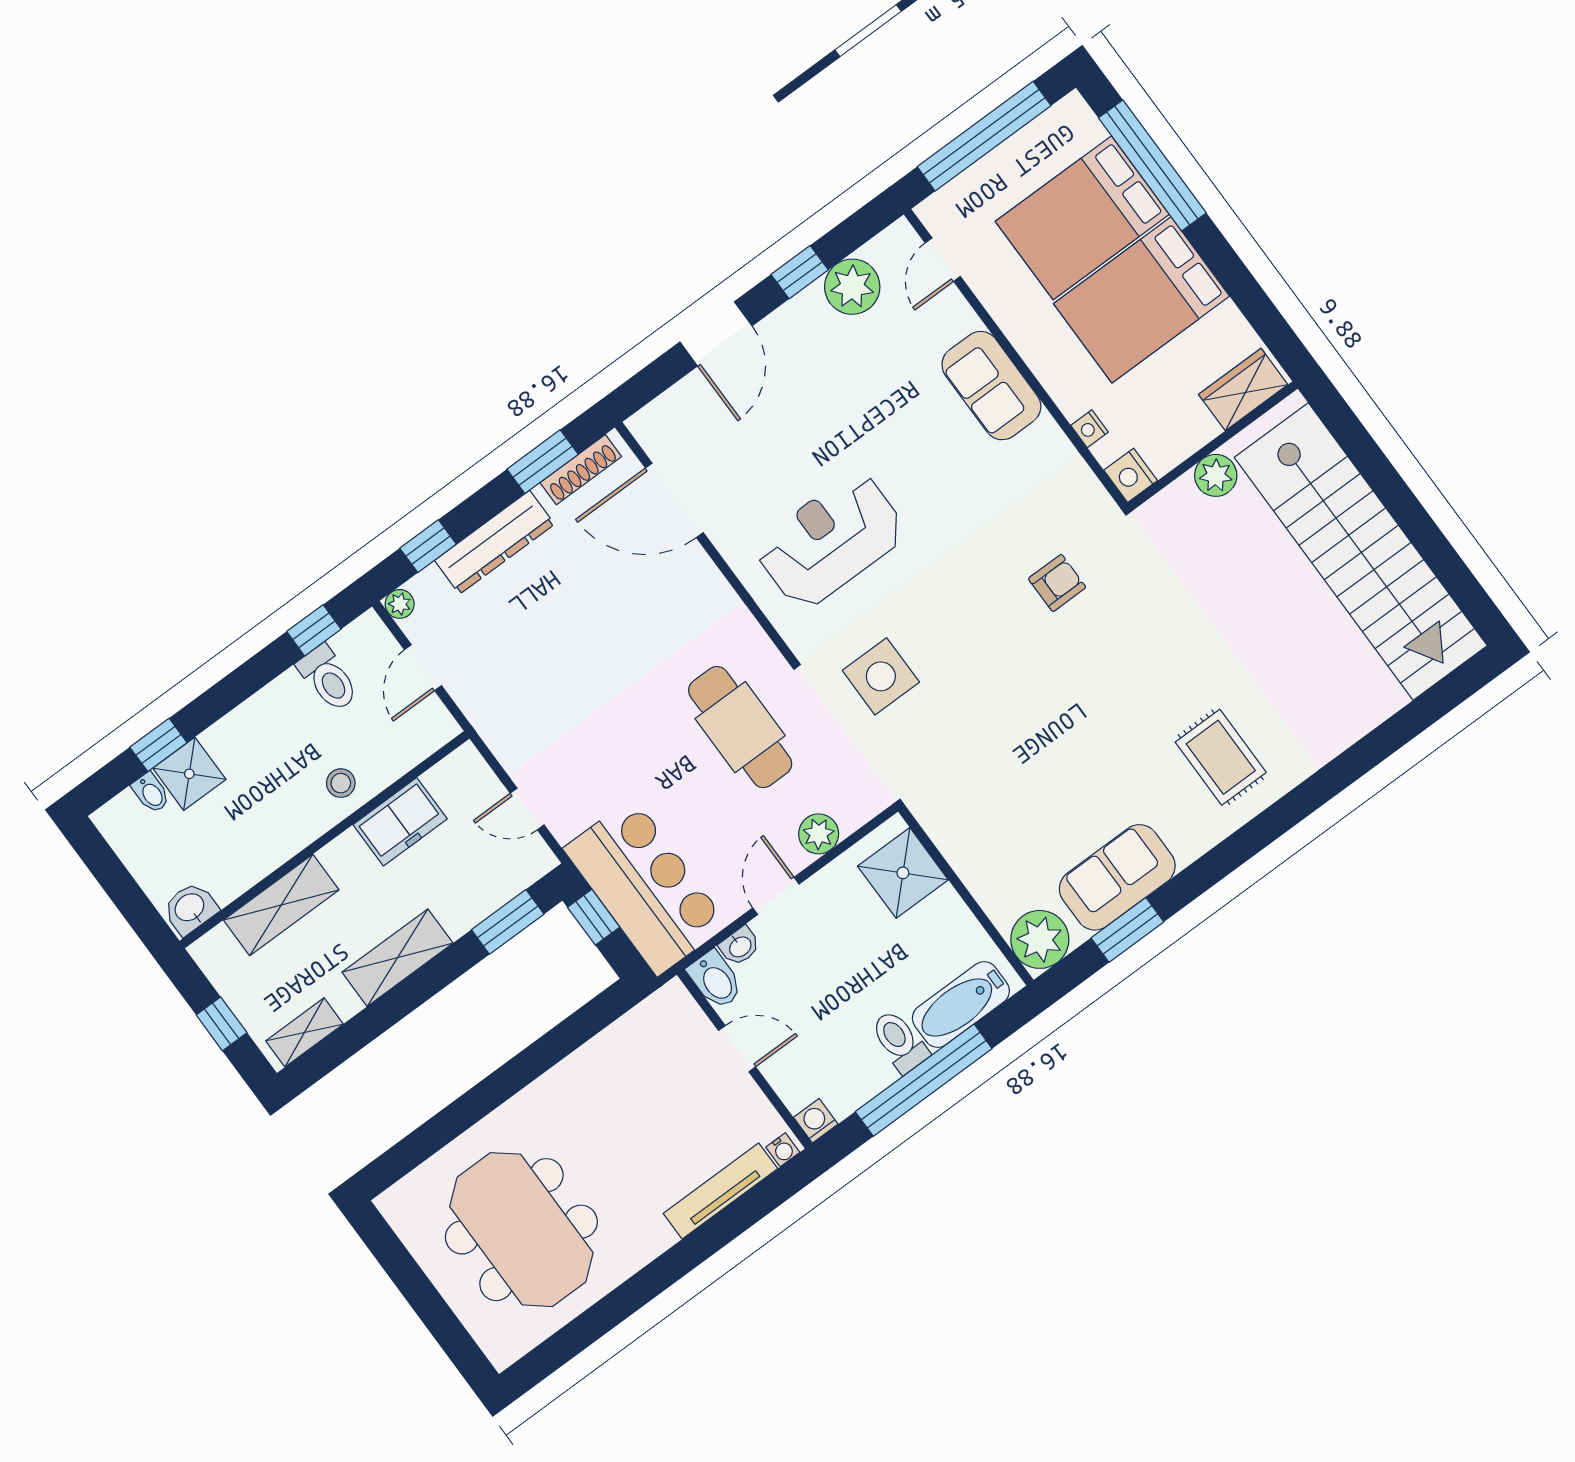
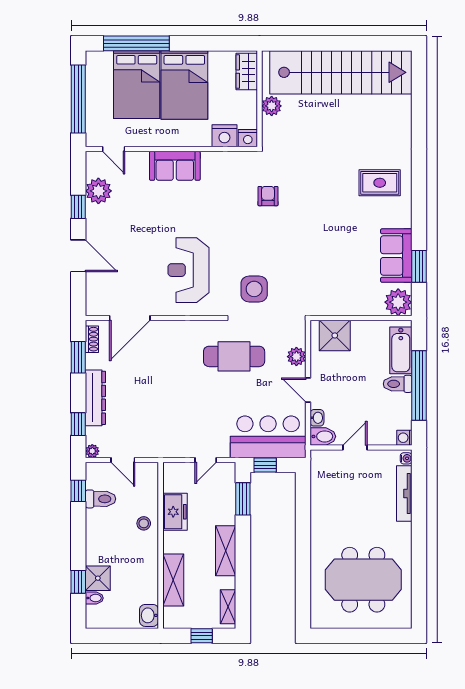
nightstand: (1090, 429) -> (224, 136), width x1.89, depth x1.79
shoe rack: (581, 470) -> (92, 339), width x0.70

